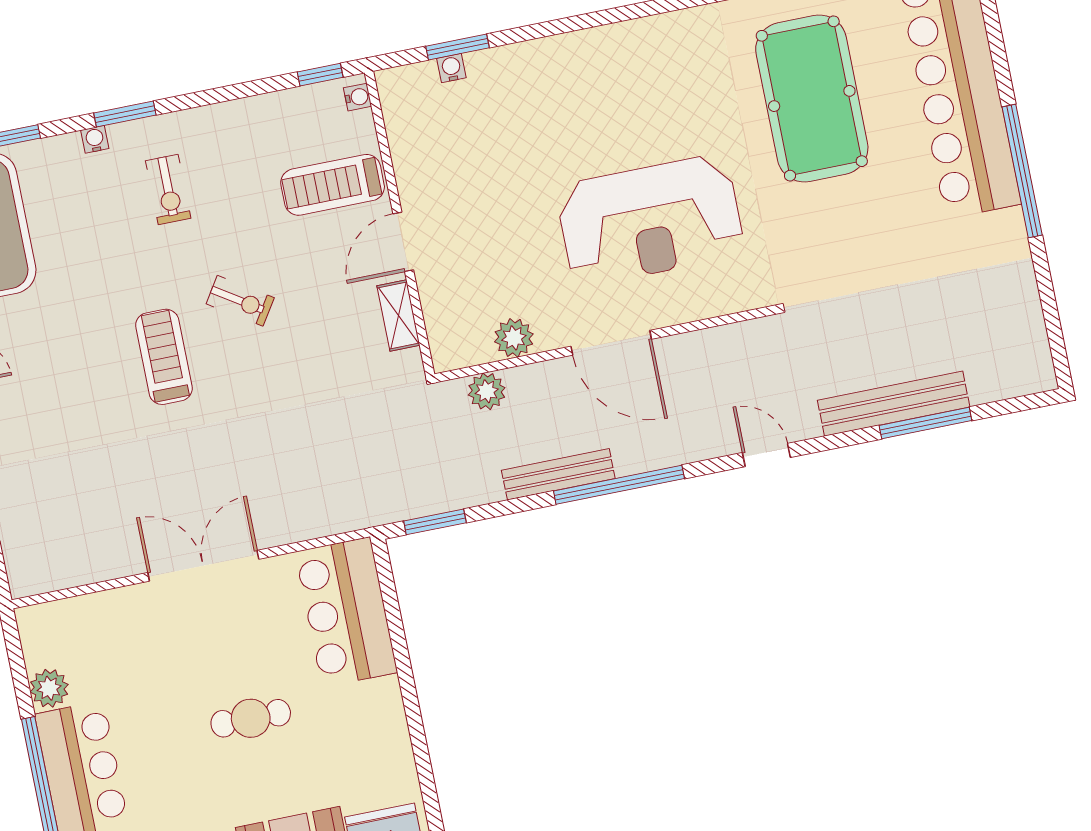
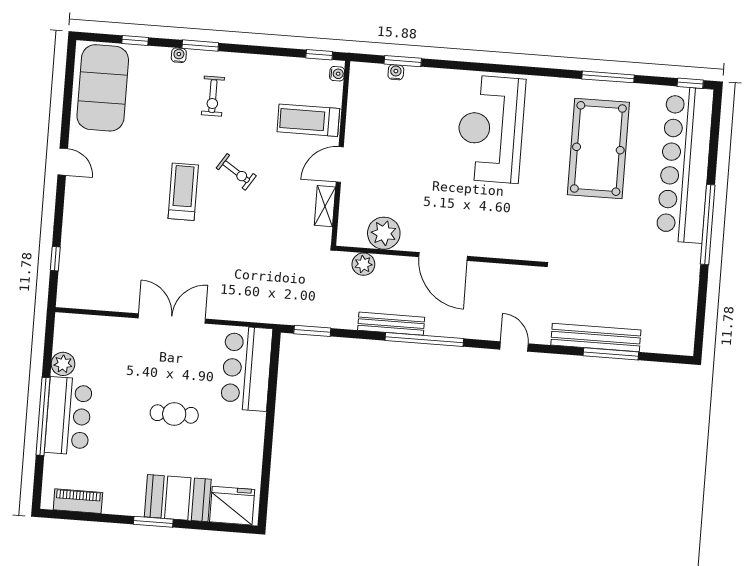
reception desk: (650, 220) -> (491, 129), moved, turned 90
plant: (514, 338) -> (384, 233), width x1.36, depth x1.36

